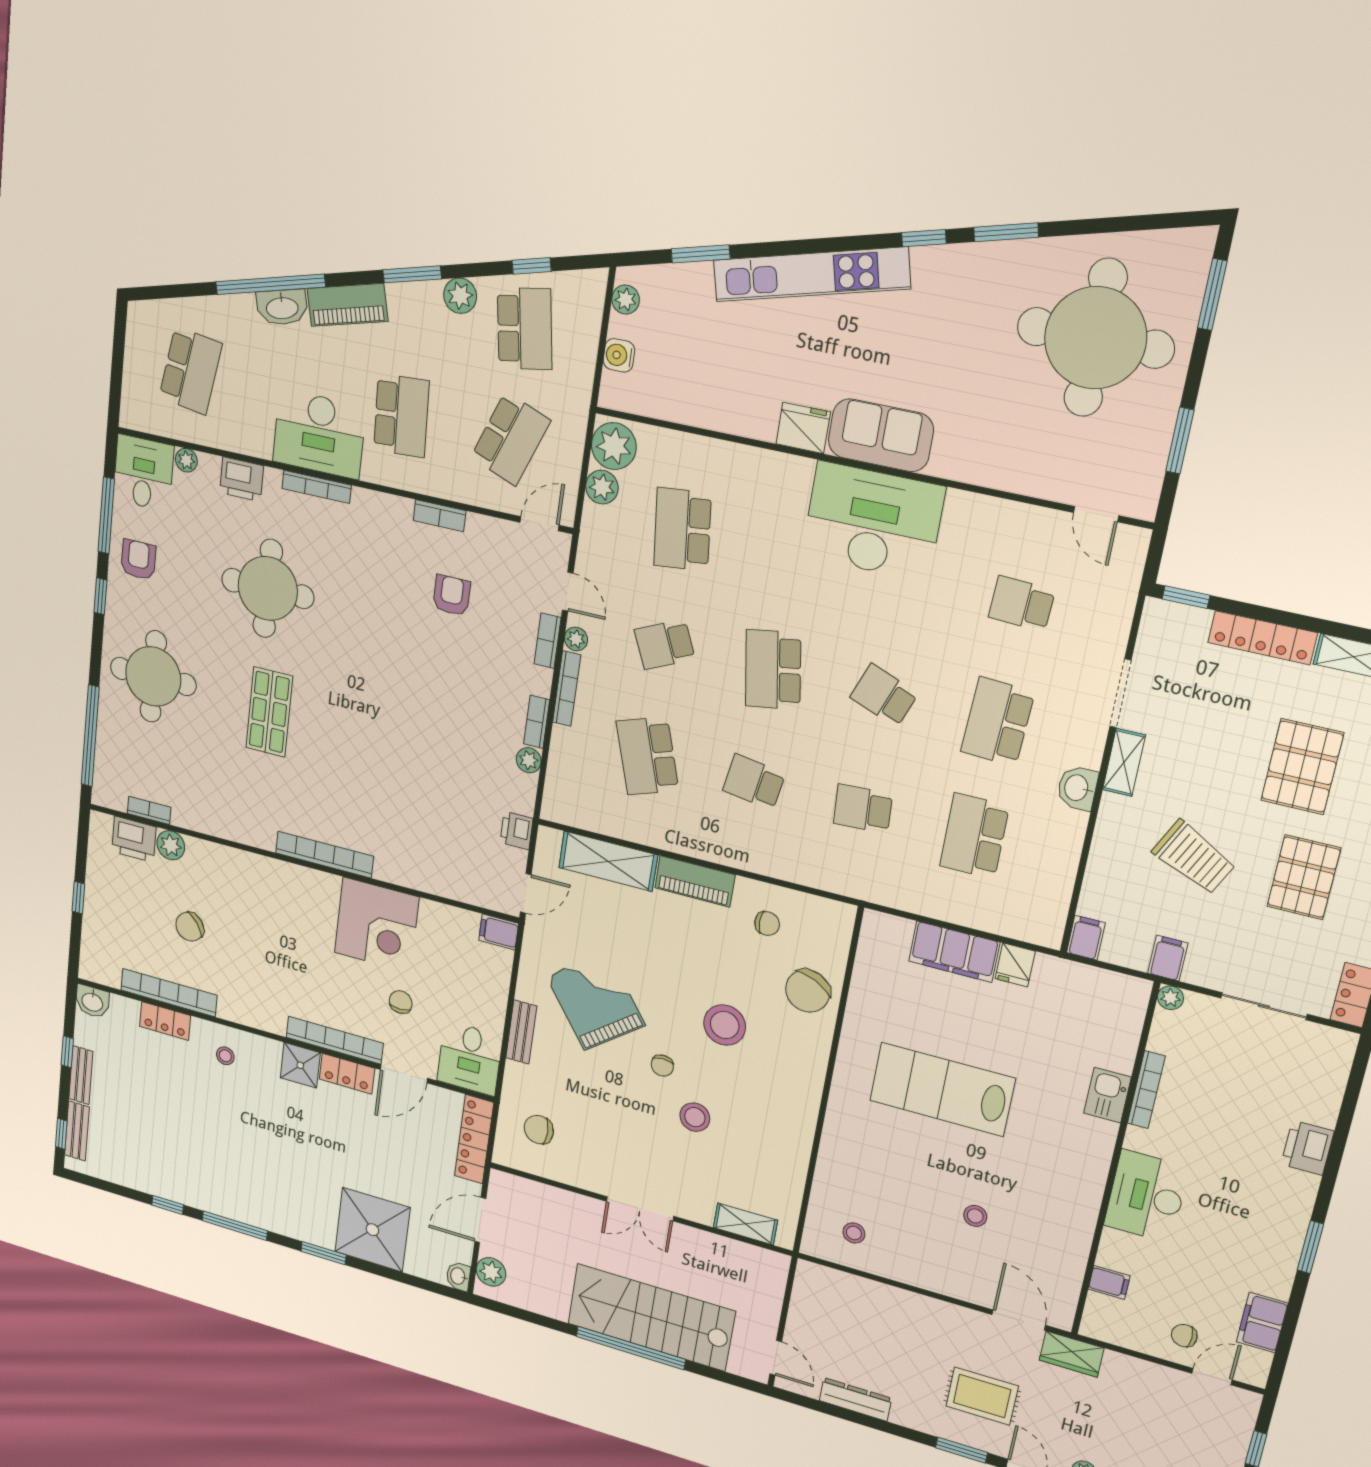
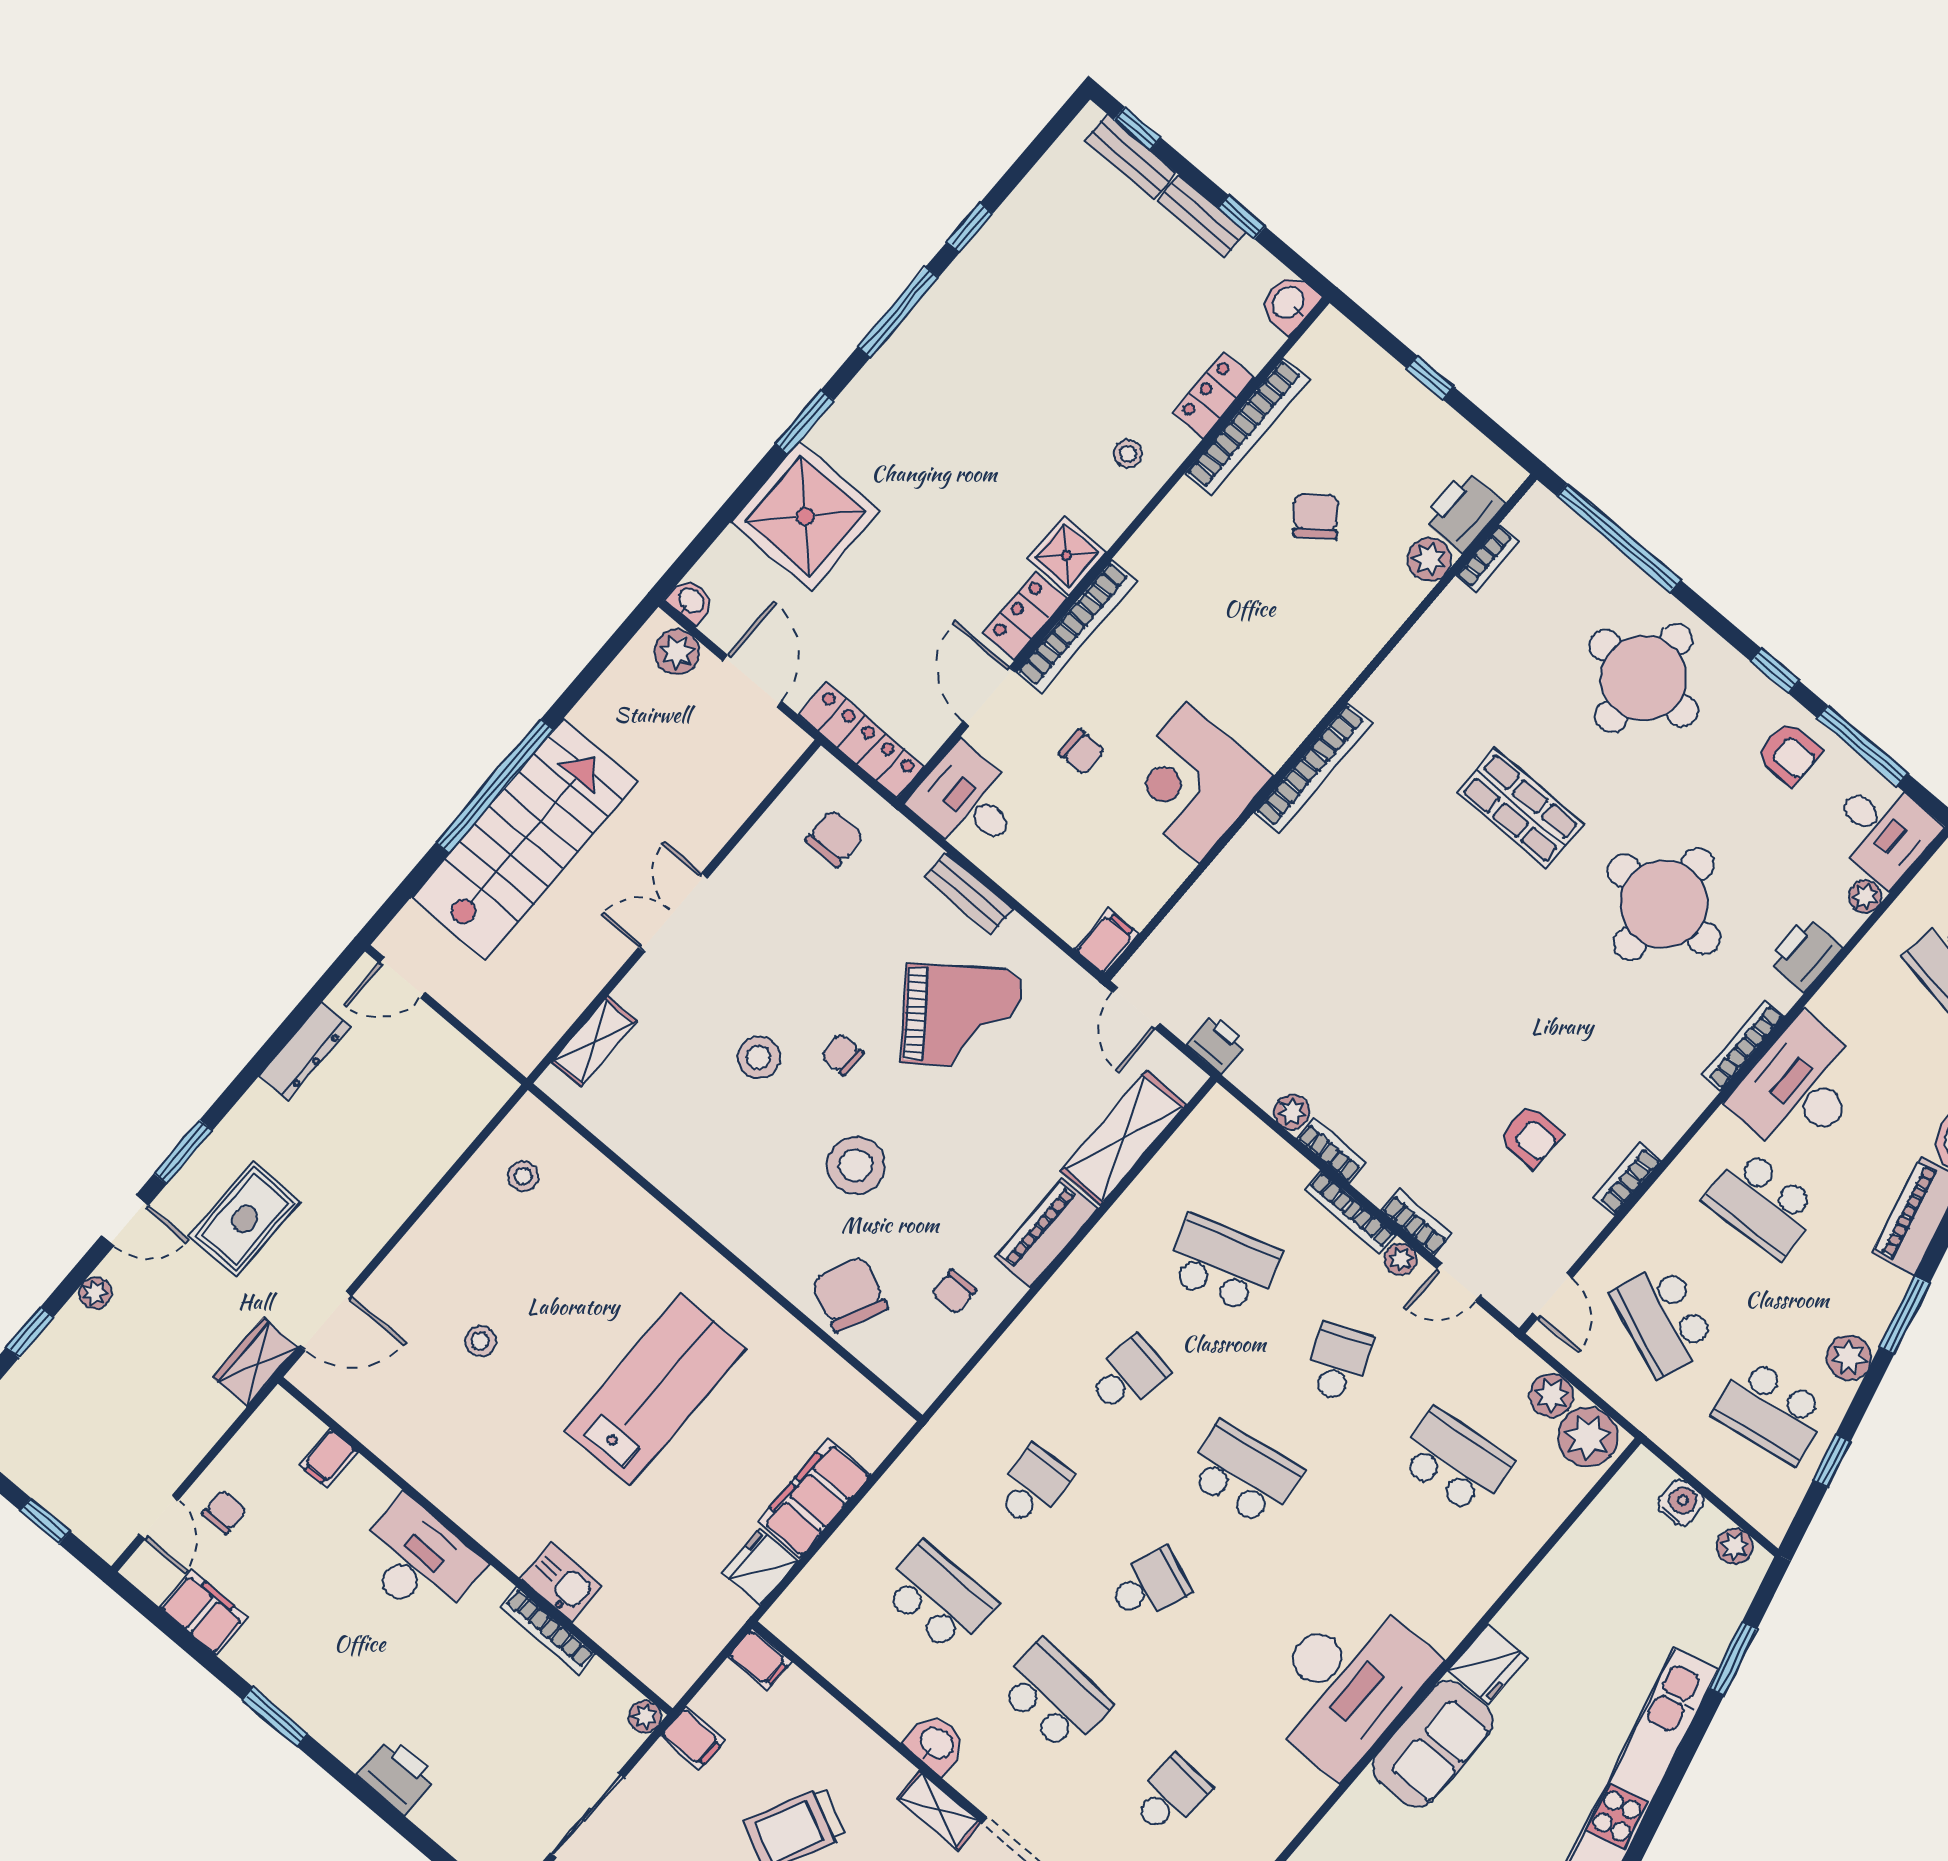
fridge: (1015, 965) -> (760, 1567), width x1.38

